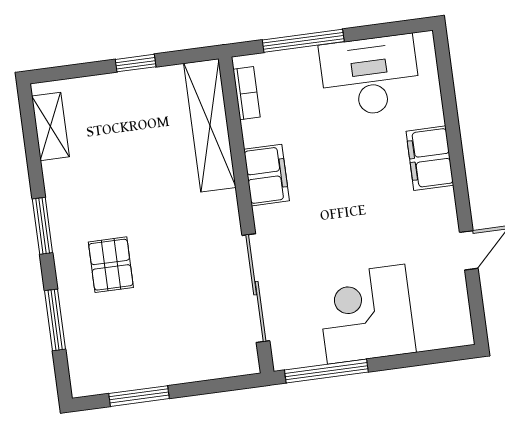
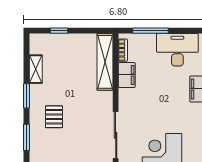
window: (136, 63) -> (59, 31), moved
shelving: (50, 126) -> (36, 69), moved
filing cabinet: (267, 175) -> (127, 75), moved

